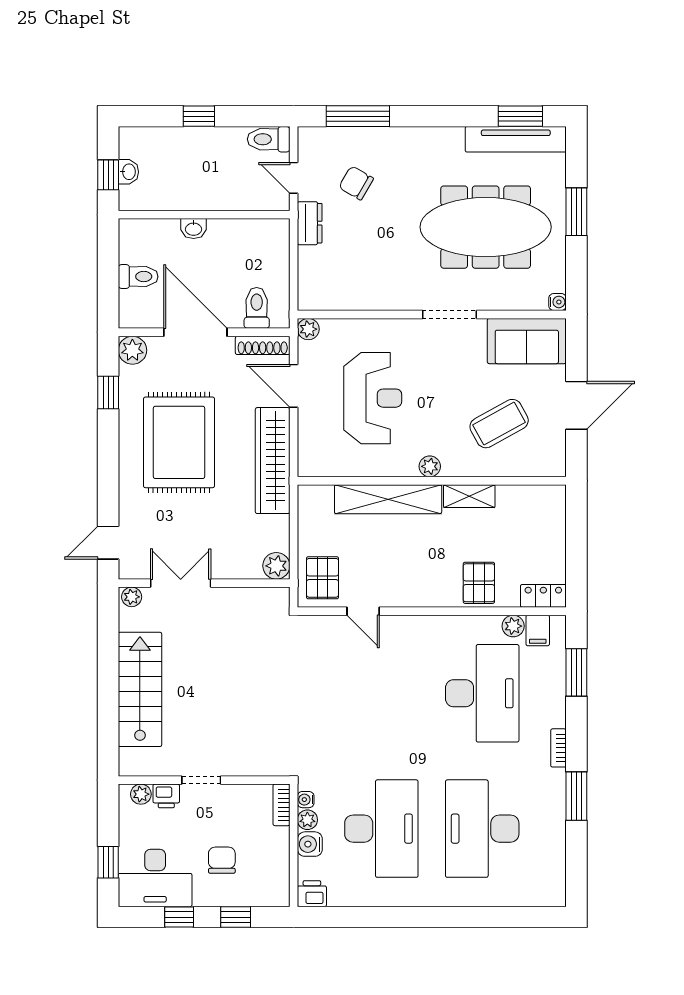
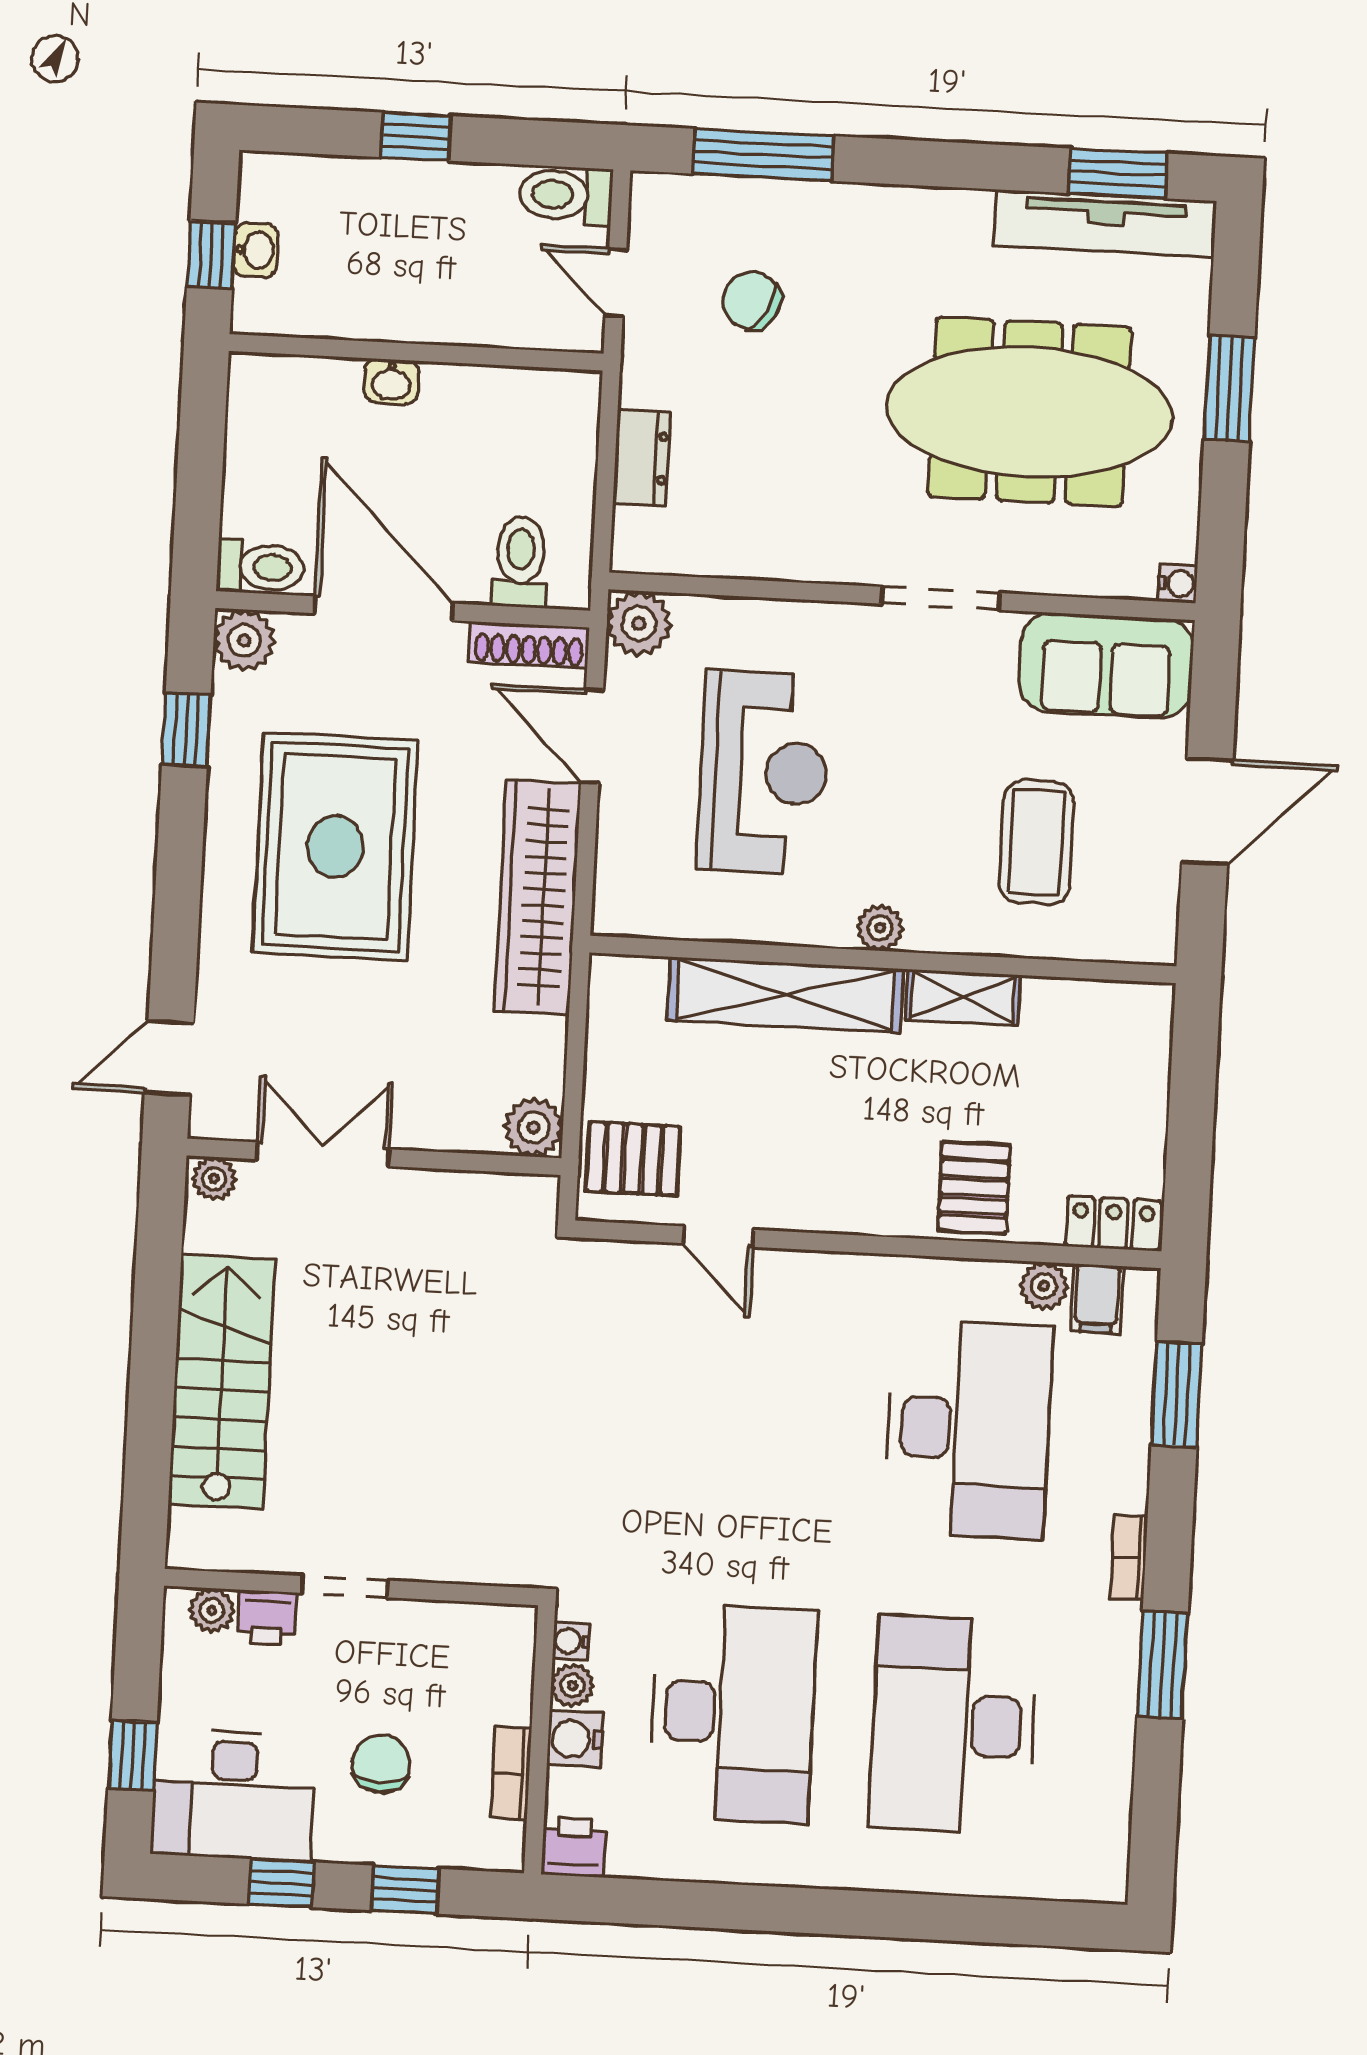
dresser: (310, 223) -> (642, 458), moved
toilet: (138, 277) -> (261, 567), moved
plant: (308, 329) -> (639, 623), width x1.38, depth x1.38
coffee table: (499, 424) -> (1036, 842), turned -61
pallet: (322, 578) -> (633, 1159), turned 90
bookcase: (281, 805) -> (511, 1773), moved

